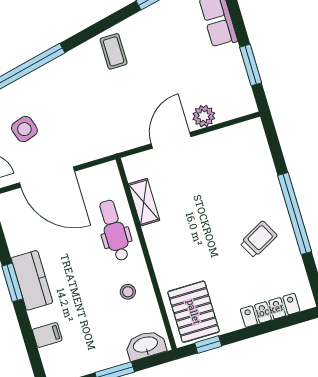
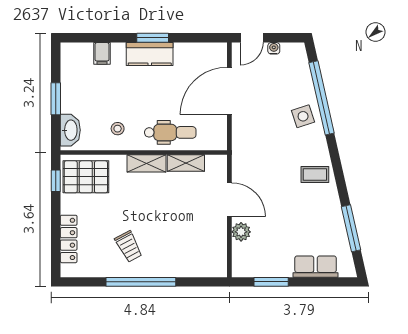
side table: (24, 129) -> (303, 116), moved
shelving: (158, 247) -> (147, 163), added

